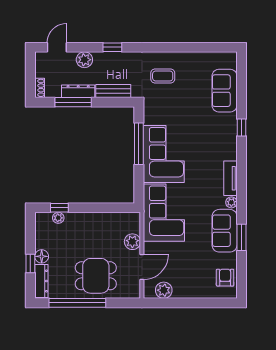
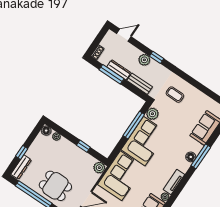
plant: (84, 60) -> (144, 60), moved
plant: (152, 116) -> (152, 114), added
window: (241, 127) -> (201, 156), width x2.17
floor lamp: (230, 136) -> (191, 157), added
window: (59, 208) -> (83, 146), moved
plant: (132, 242) -> (99, 168), moved
floor lamp: (42, 256) -> (46, 131), moved

